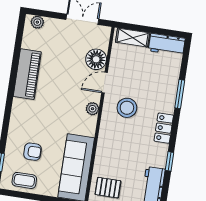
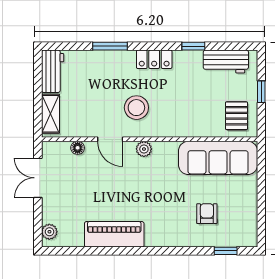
floor lamp: (96, 59) -> (78, 148), width x0.53, depth x0.53
coffee table: (24, 180) -> (243, 218), removed

